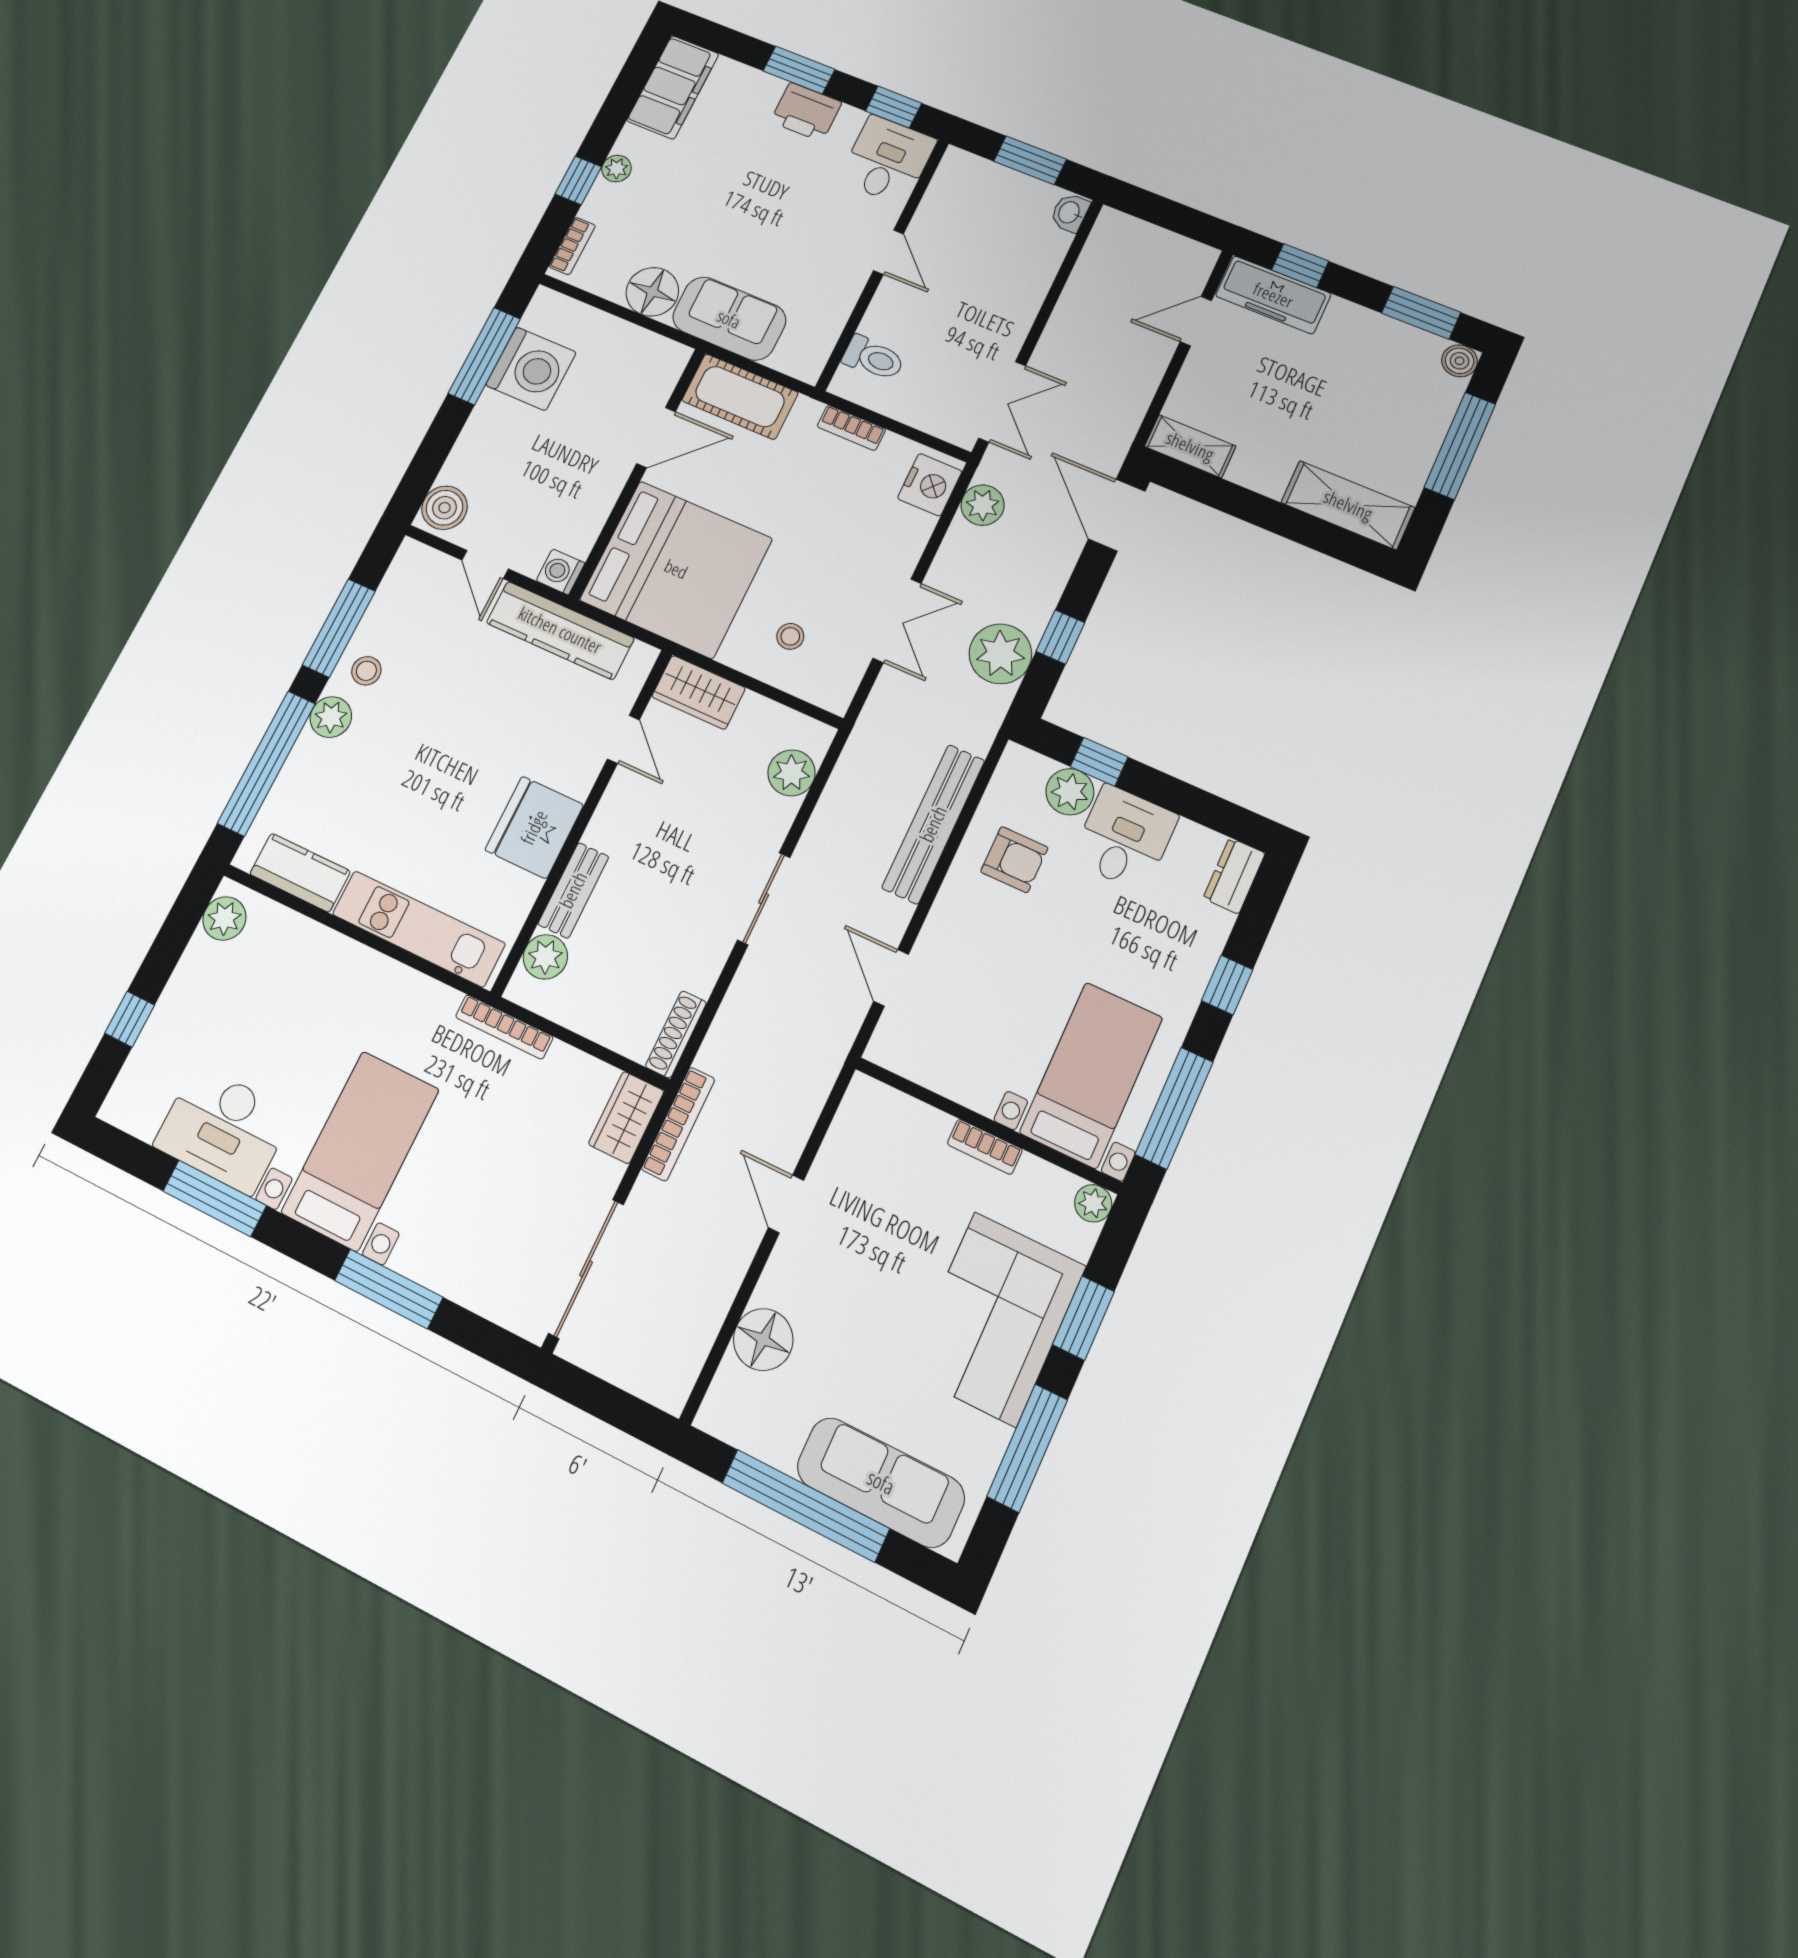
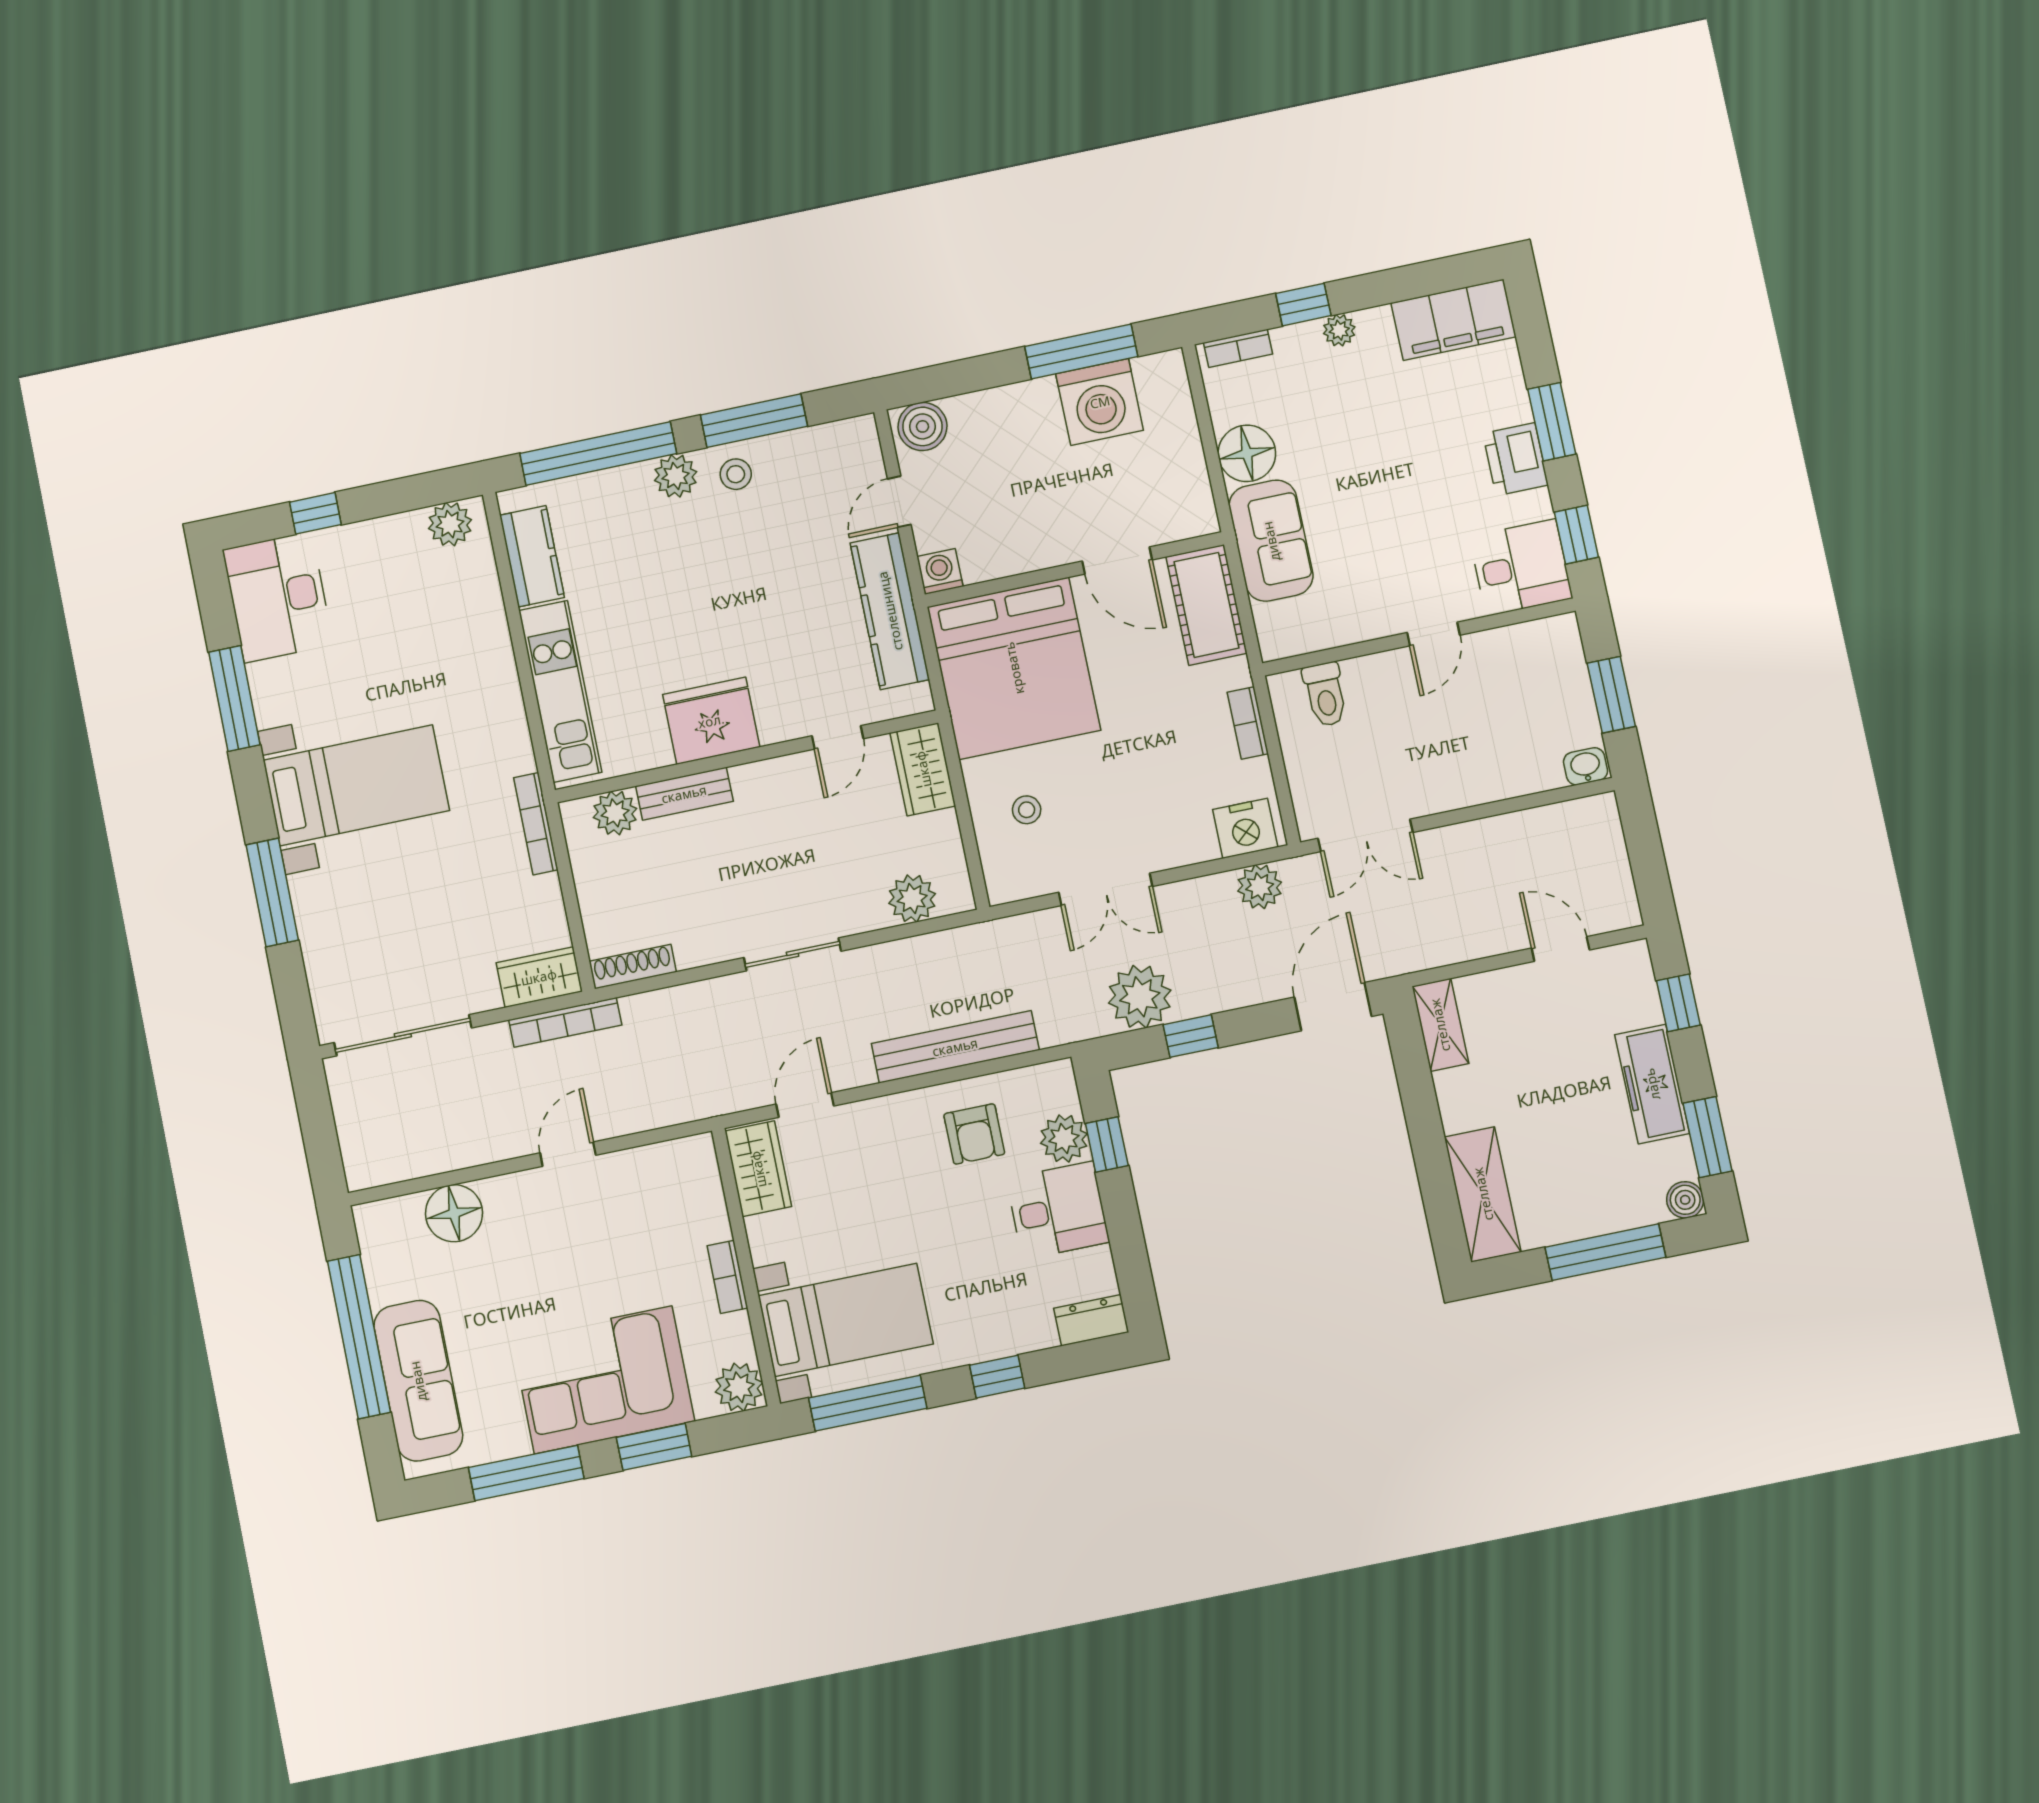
freezer: (1273, 295) -> (1652, 1084), moved
wardrobe: (914, 1054) -> (758, 1169), added
desk: (224, 1129) -> (278, 597), moved
plant: (1093, 1203) -> (739, 1387), width x1.38, depth x1.38

